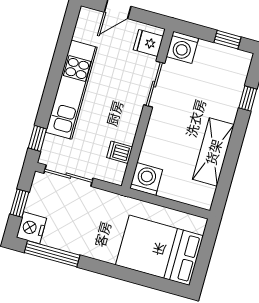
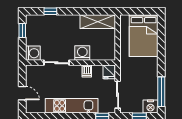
fridge: (148, 43) -> (109, 72), moved
dishwasher: (120, 152) -> (87, 71), moved
shelving: (213, 152) -> (98, 22), moved
washing machine: (146, 179) -> (82, 53), moved, turned 90

